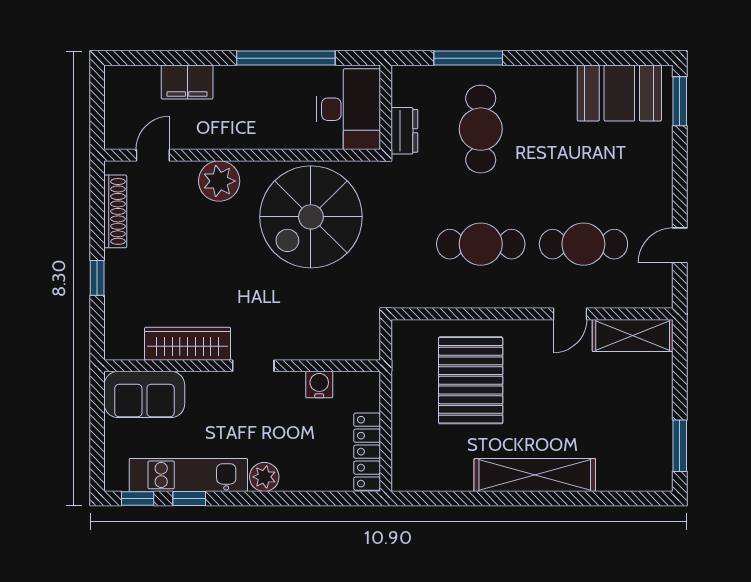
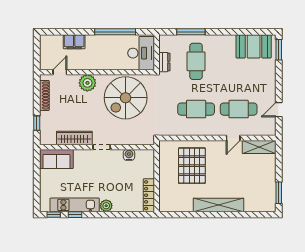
wardrobe: (188, 344) -> (74, 138), moved
wall: (242, 366) -> (97, 147), moved
doorway: (253, 366) -> (102, 147), moved
water cooler: (319, 385) -> (129, 155), moved
sofa: (144, 394) -> (56, 159), moved

